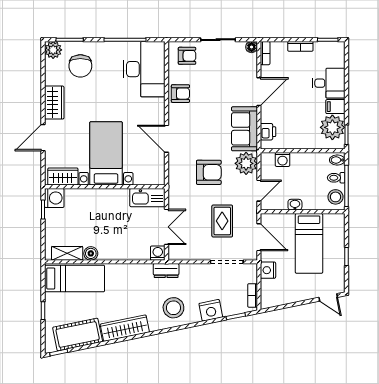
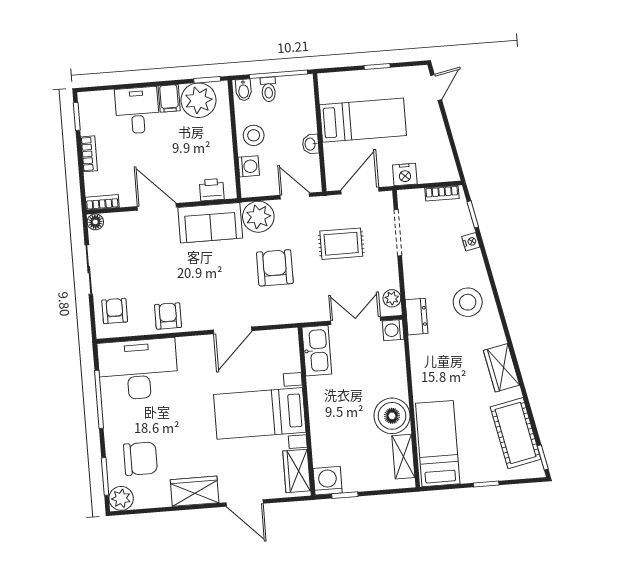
stool: (335, 197) -> (254, 135), moved
boiler: (91, 253) -> (392, 416), width x1.86, depth x1.86
plant: (180, 254) -> (392, 298), added
nightstand: (211, 310) -> (471, 242), width x0.53, depth x0.56
wardrobe: (125, 328) -> (502, 368), width x0.67

